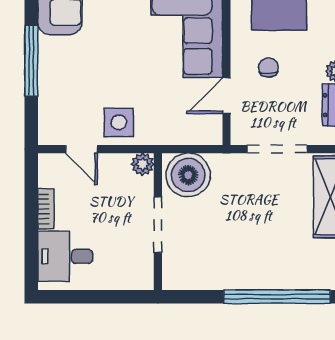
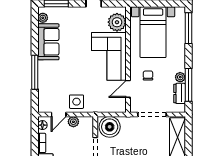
door: (81, 149) -> (59, 114), hinge flipped
plant: (143, 164) -> (73, 122), moved
floor lamp: (48, 171) -> (42, 125), added

